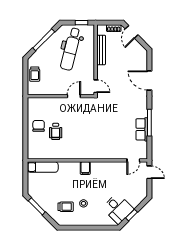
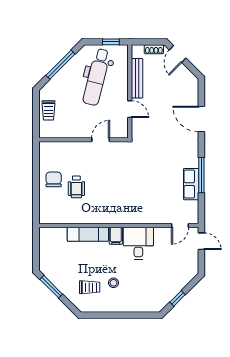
door: (96, 86) -> (130, 109), moved
exam couch: (43, 167) -> (88, 234), moved
desk: (118, 209) -> (138, 243), moved, turned -135

